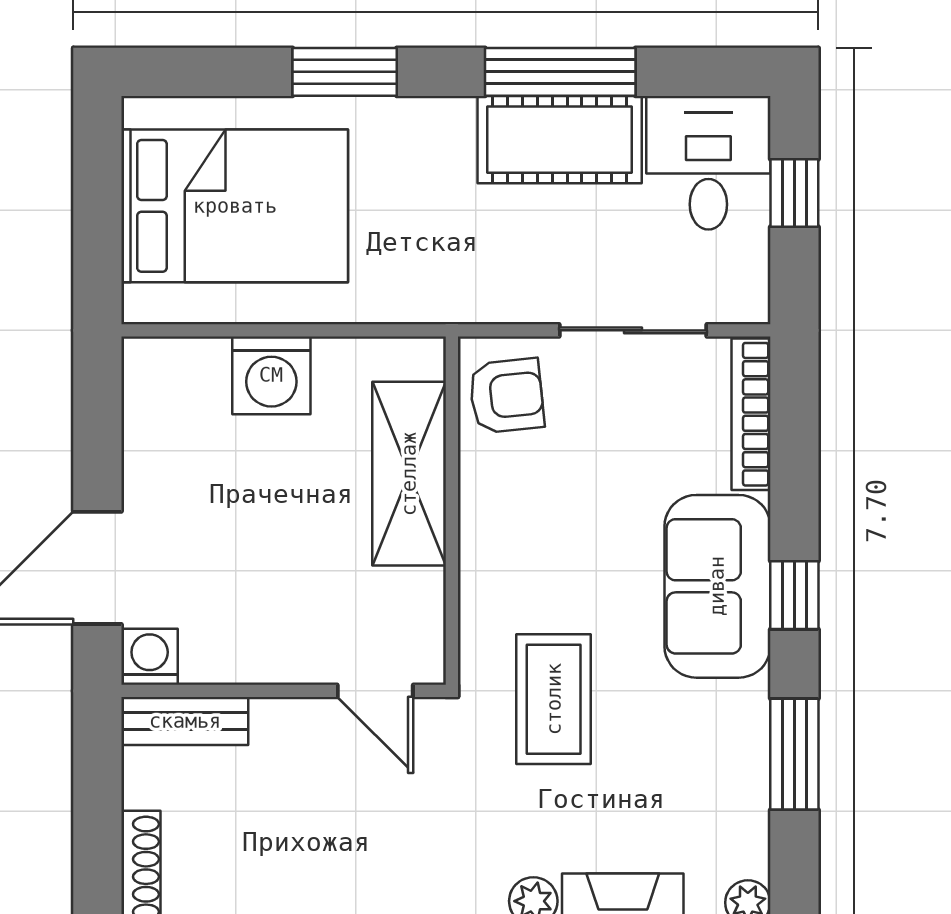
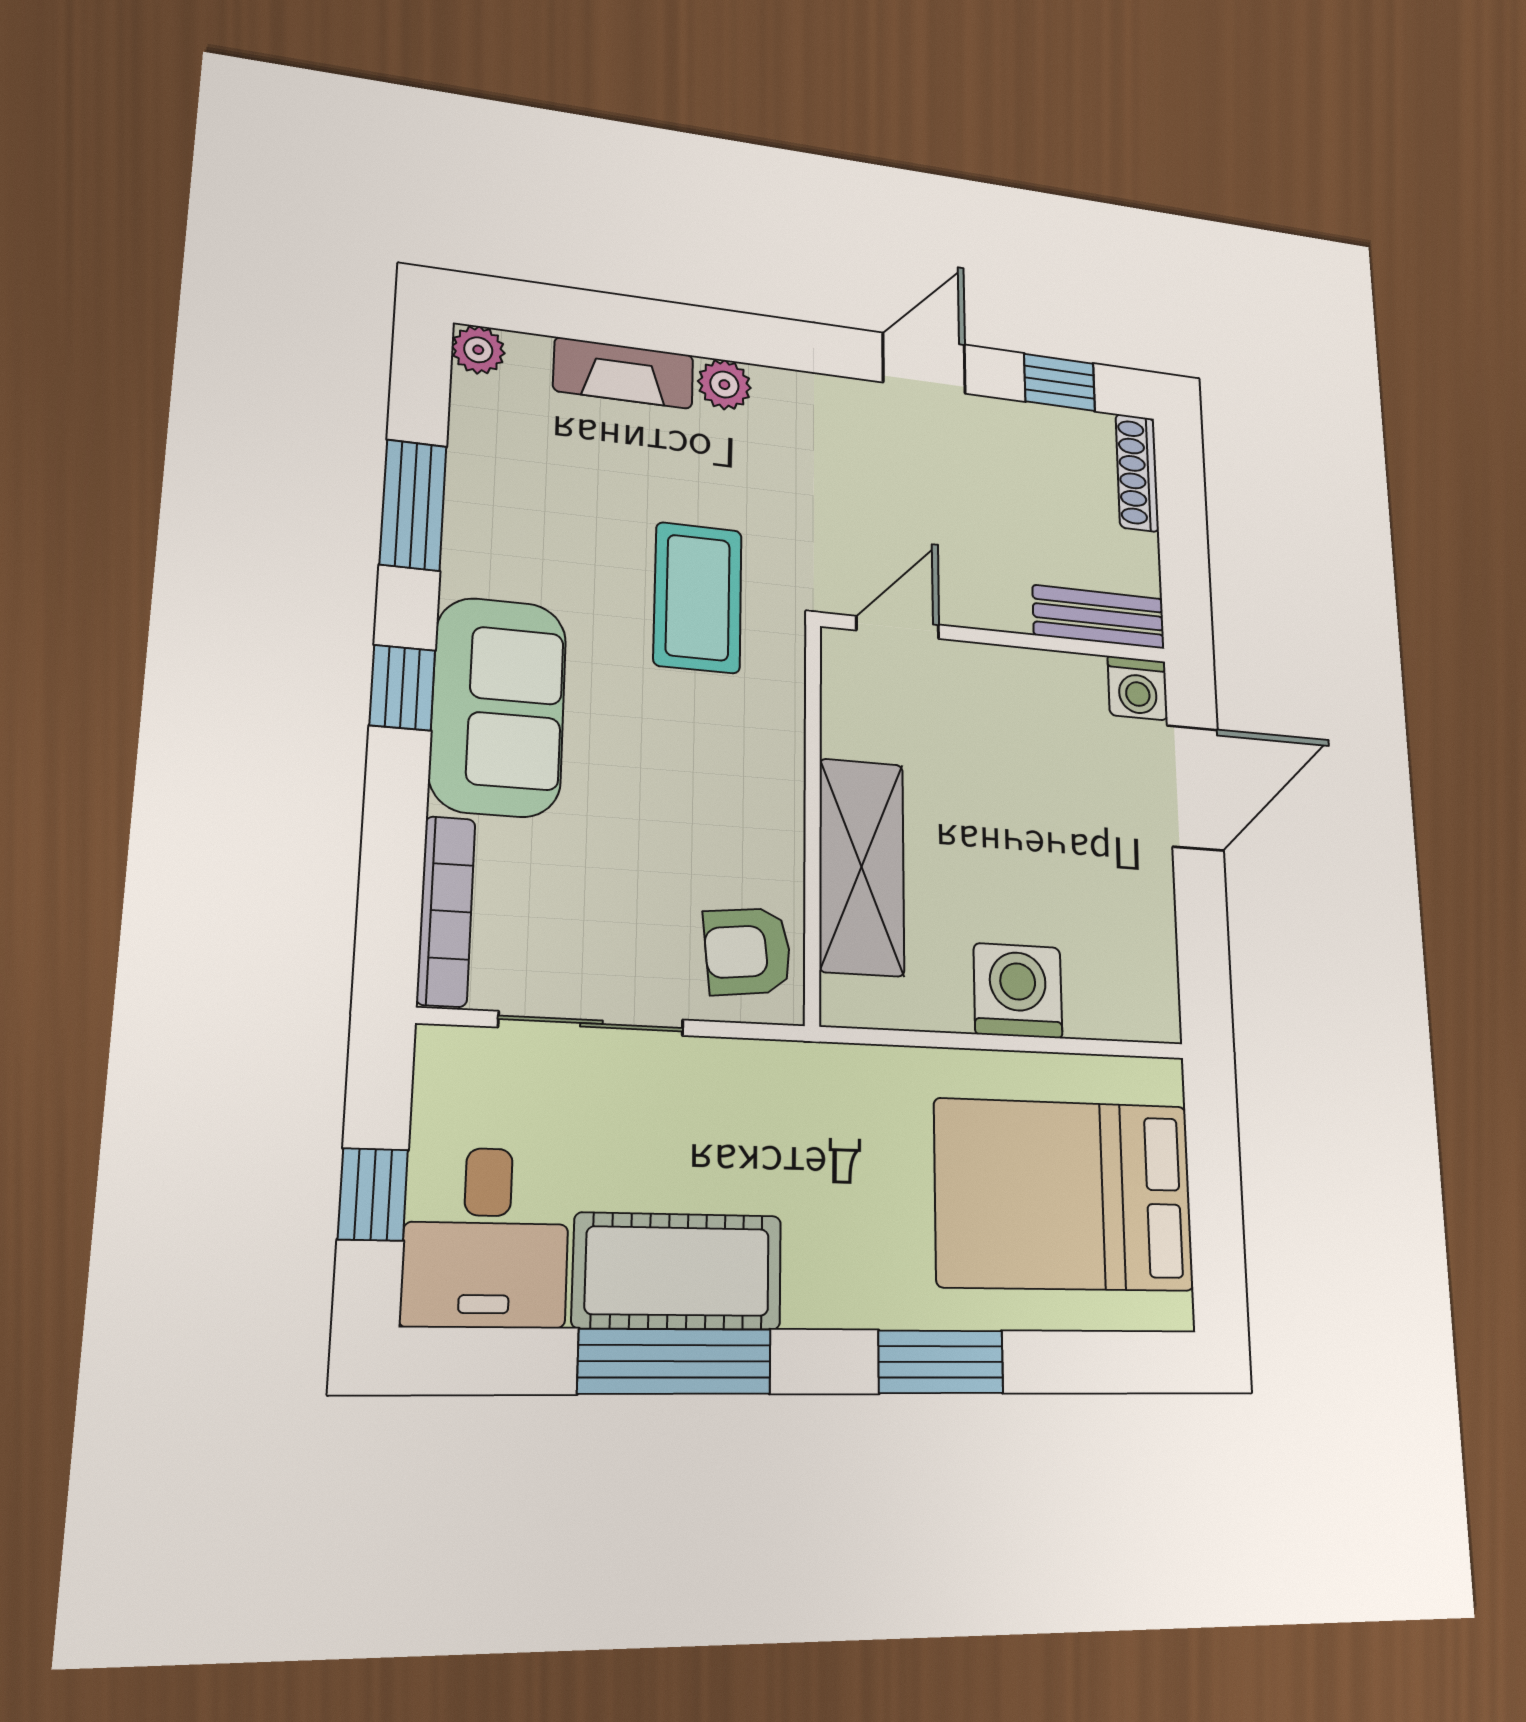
door: (375, 691) -> (898, 628), hinge flipped

